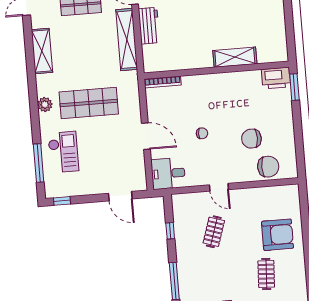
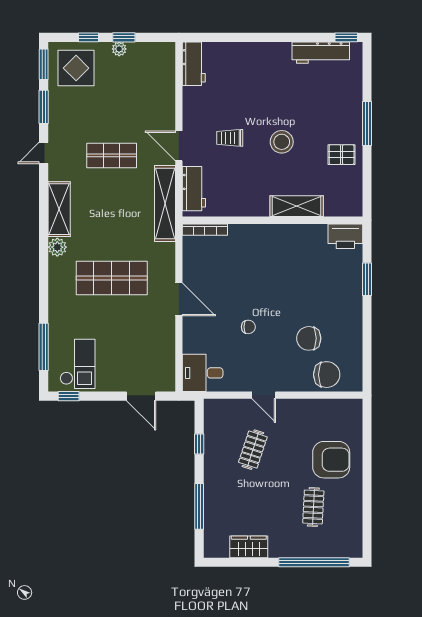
shelving: (235, 57) -> (297, 206), moved
wall: (216, 70) -> (272, 220), moved
printer: (276, 78) -> (345, 236), moved
bookcase: (163, 82) -> (205, 230), moved
plant: (45, 105) -> (57, 247), moved
door: (146, 136) -> (179, 299), moved
checkout: (63, 152) -> (78, 364), moved

